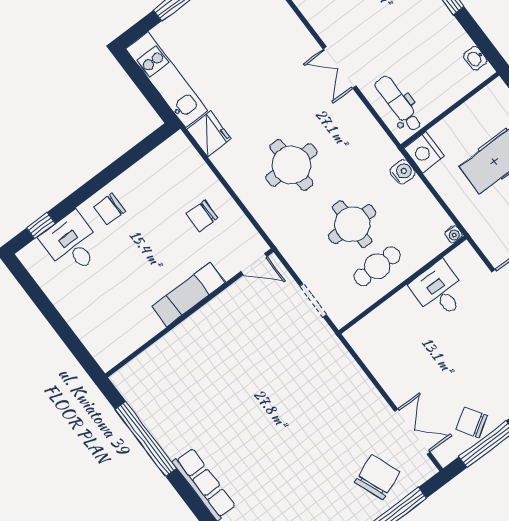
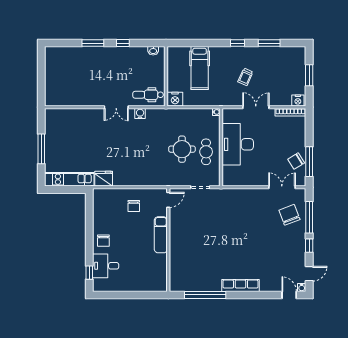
round table: (291, 165) -> (140, 155), removed
water cooler: (403, 172) -> (140, 114), moved
desk: (439, 291) -> (238, 144), width x1.87, depth x1.30

